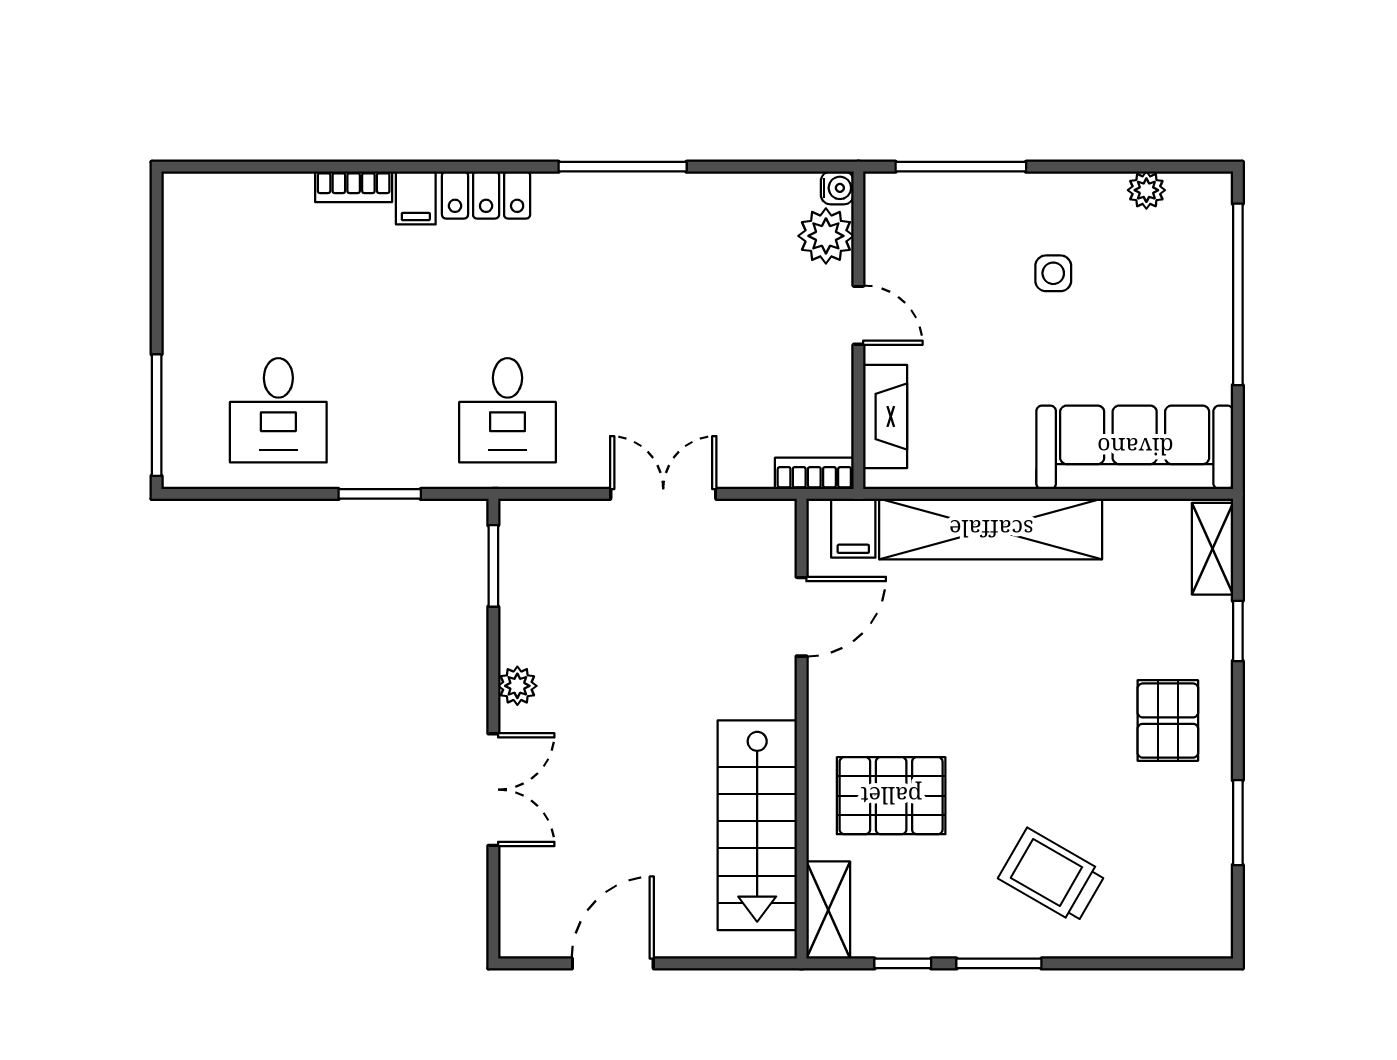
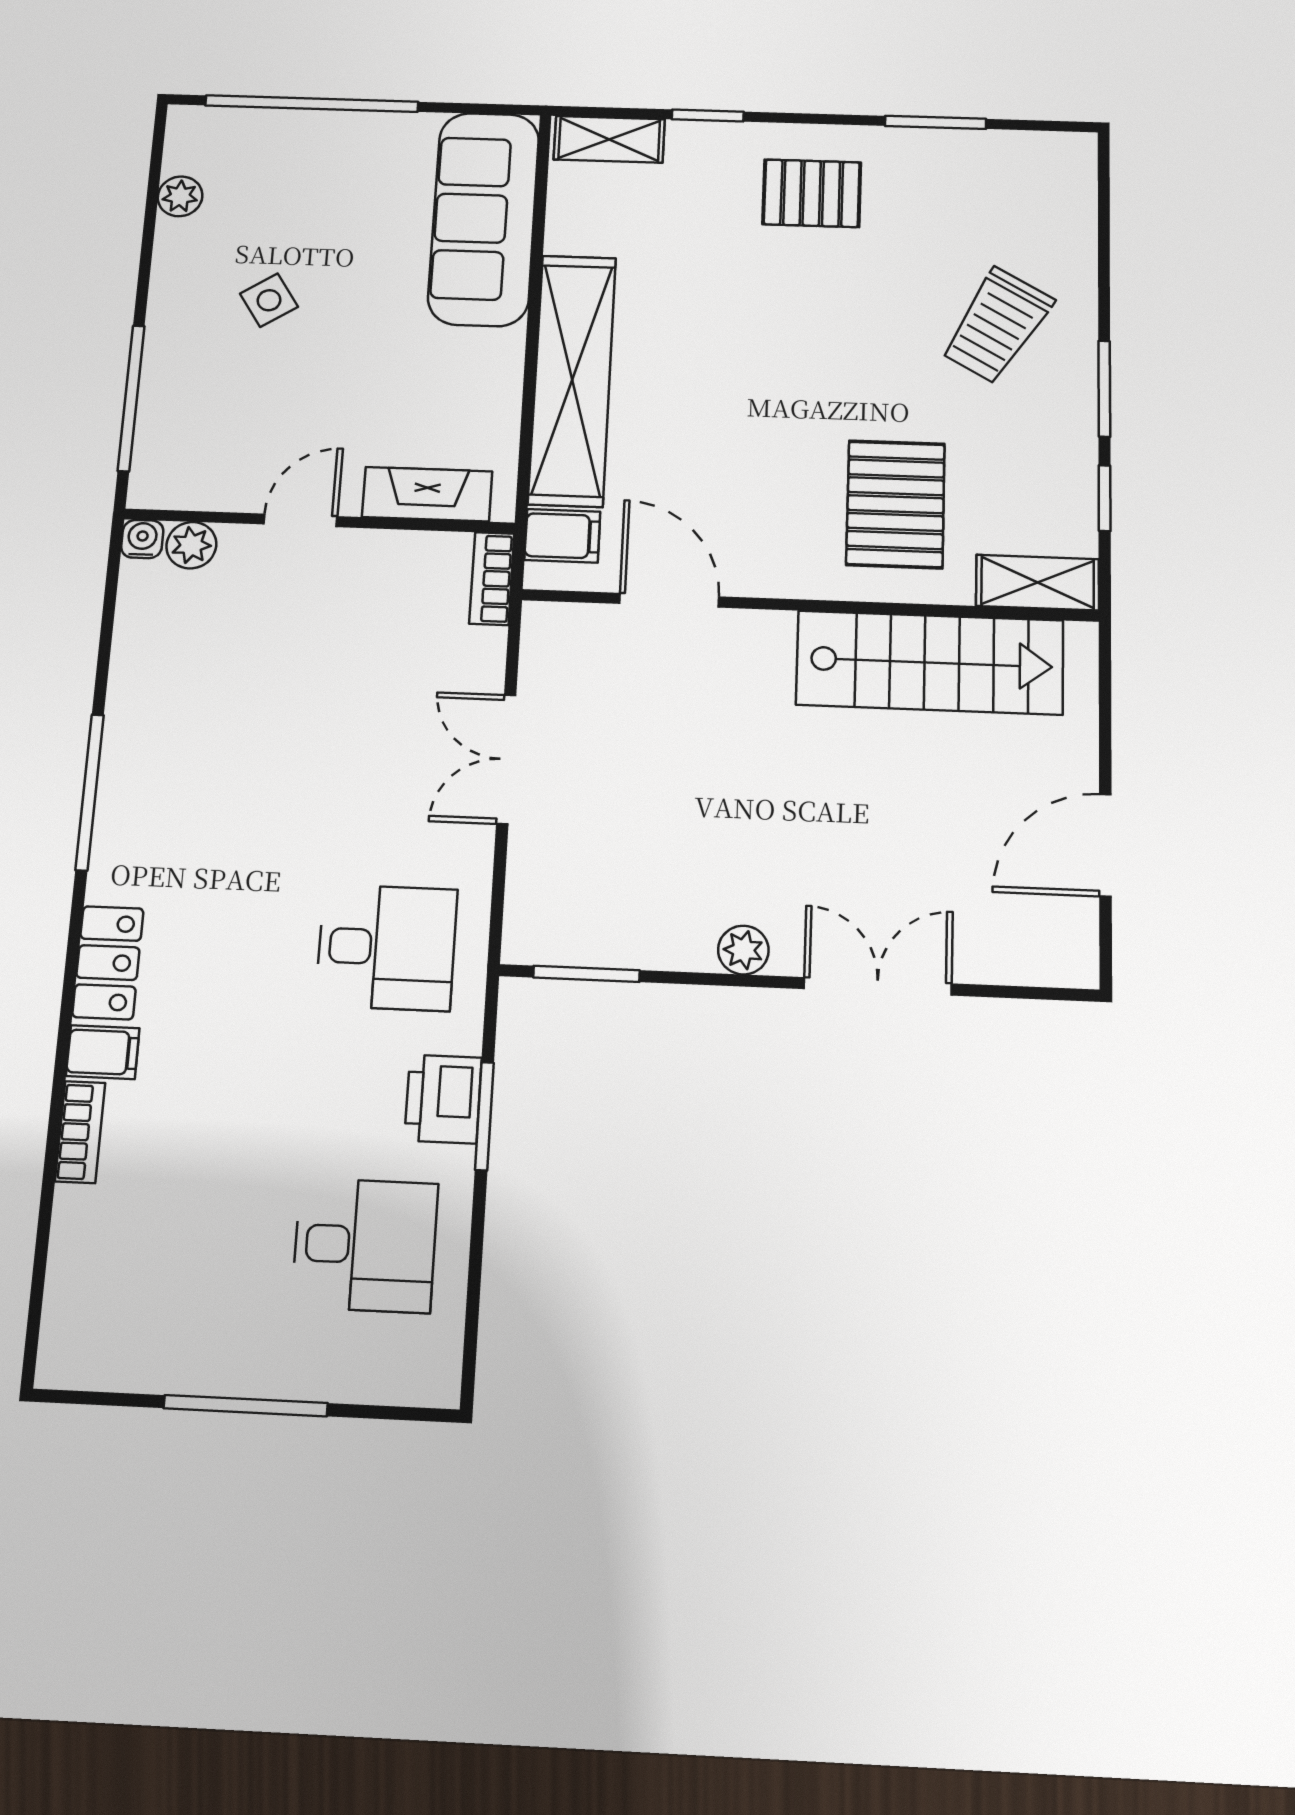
plant: (826, 236) -> (191, 545), width x0.73, depth x0.73
side table: (1053, 273) -> (269, 300), turned -33
window: (157, 415) -> (246, 1406), moved
printer: (391, 462) -> (443, 1099), added
door: (613, 963) -> (1105, 845), hinge flipped

